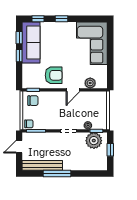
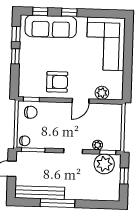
sofa: (31, 43) -> (51, 26), moved, turned 90

